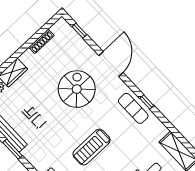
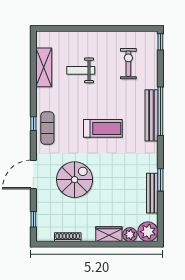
spiral stairs: (77, 89) -> (75, 180), turned 180

